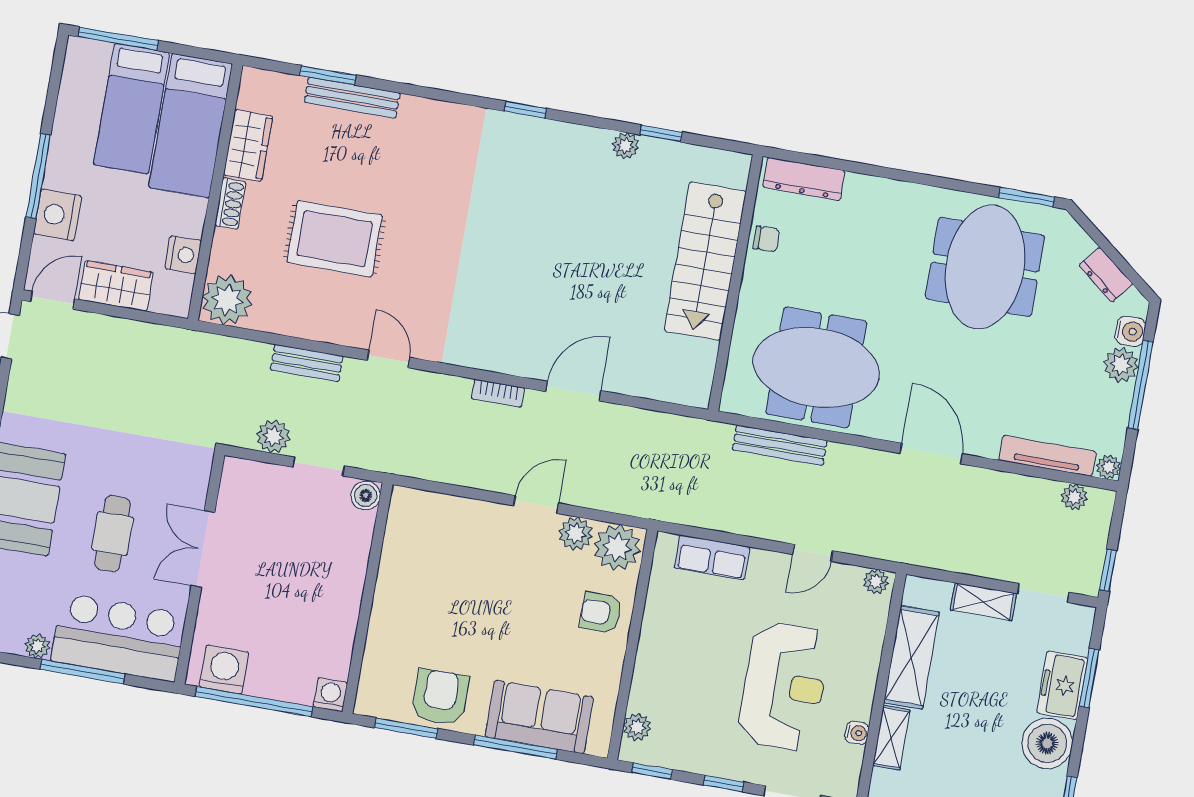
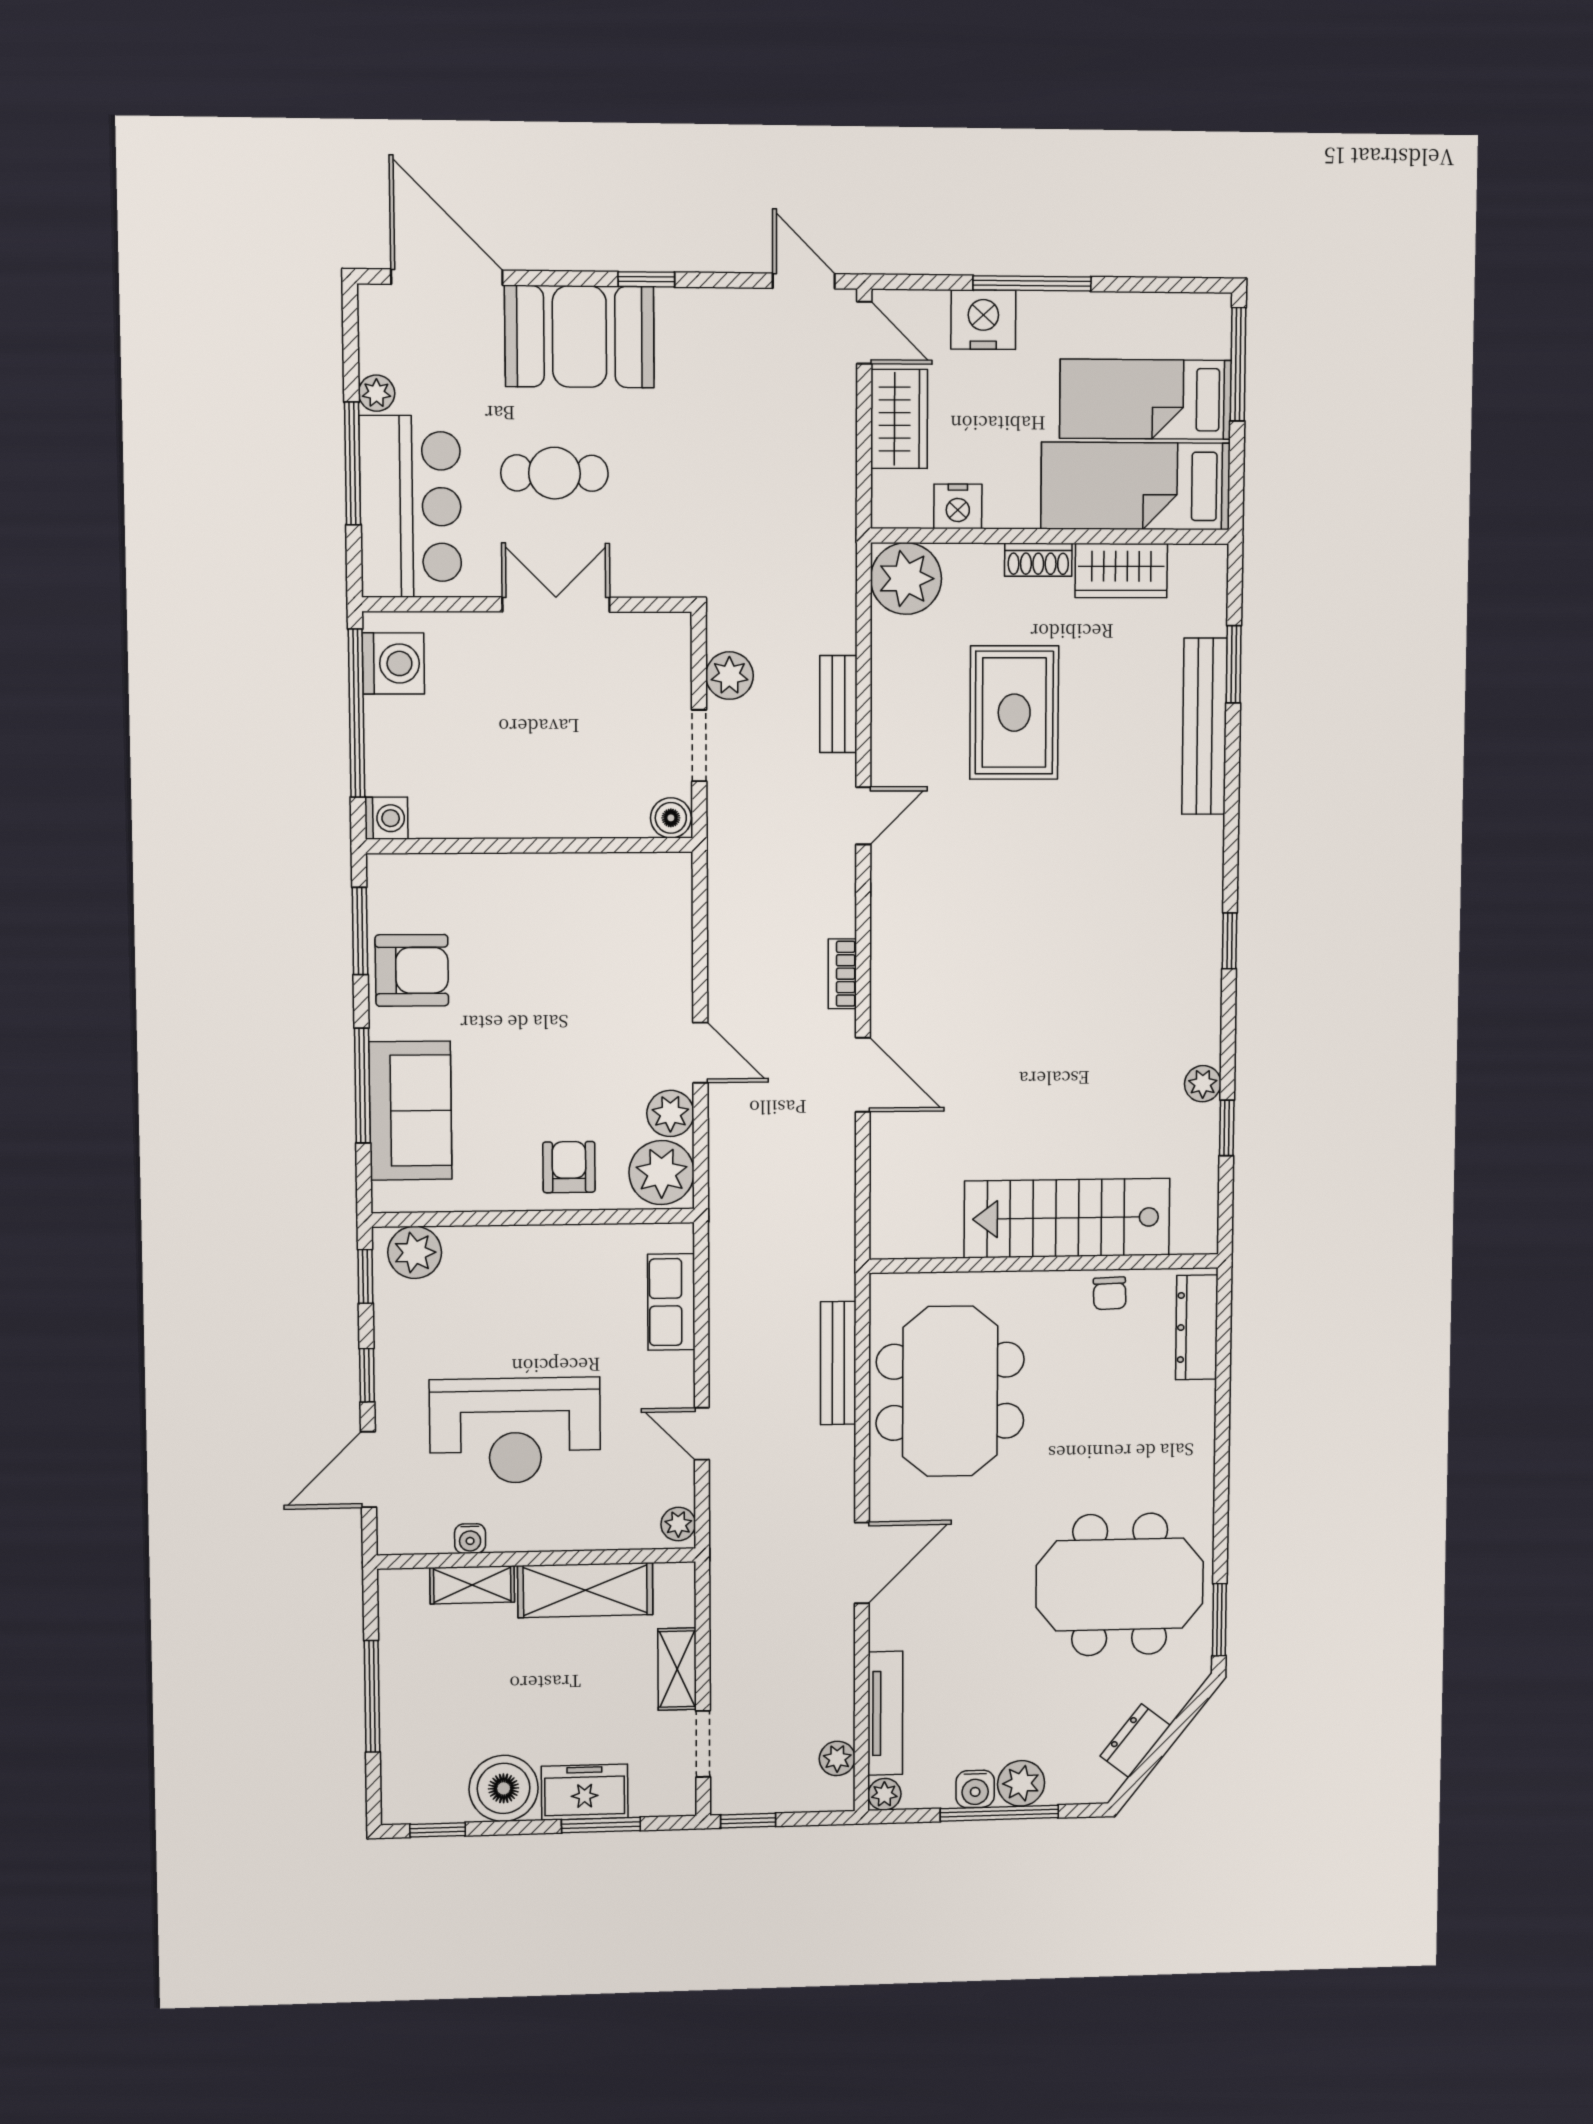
bench: (352, 98) -> (1205, 726), width x1.37, depth x1.21
water cooler: (1130, 331) -> (975, 1789), moved
plant: (637, 727) -> (415, 1252), width x1.38, depth x1.38

